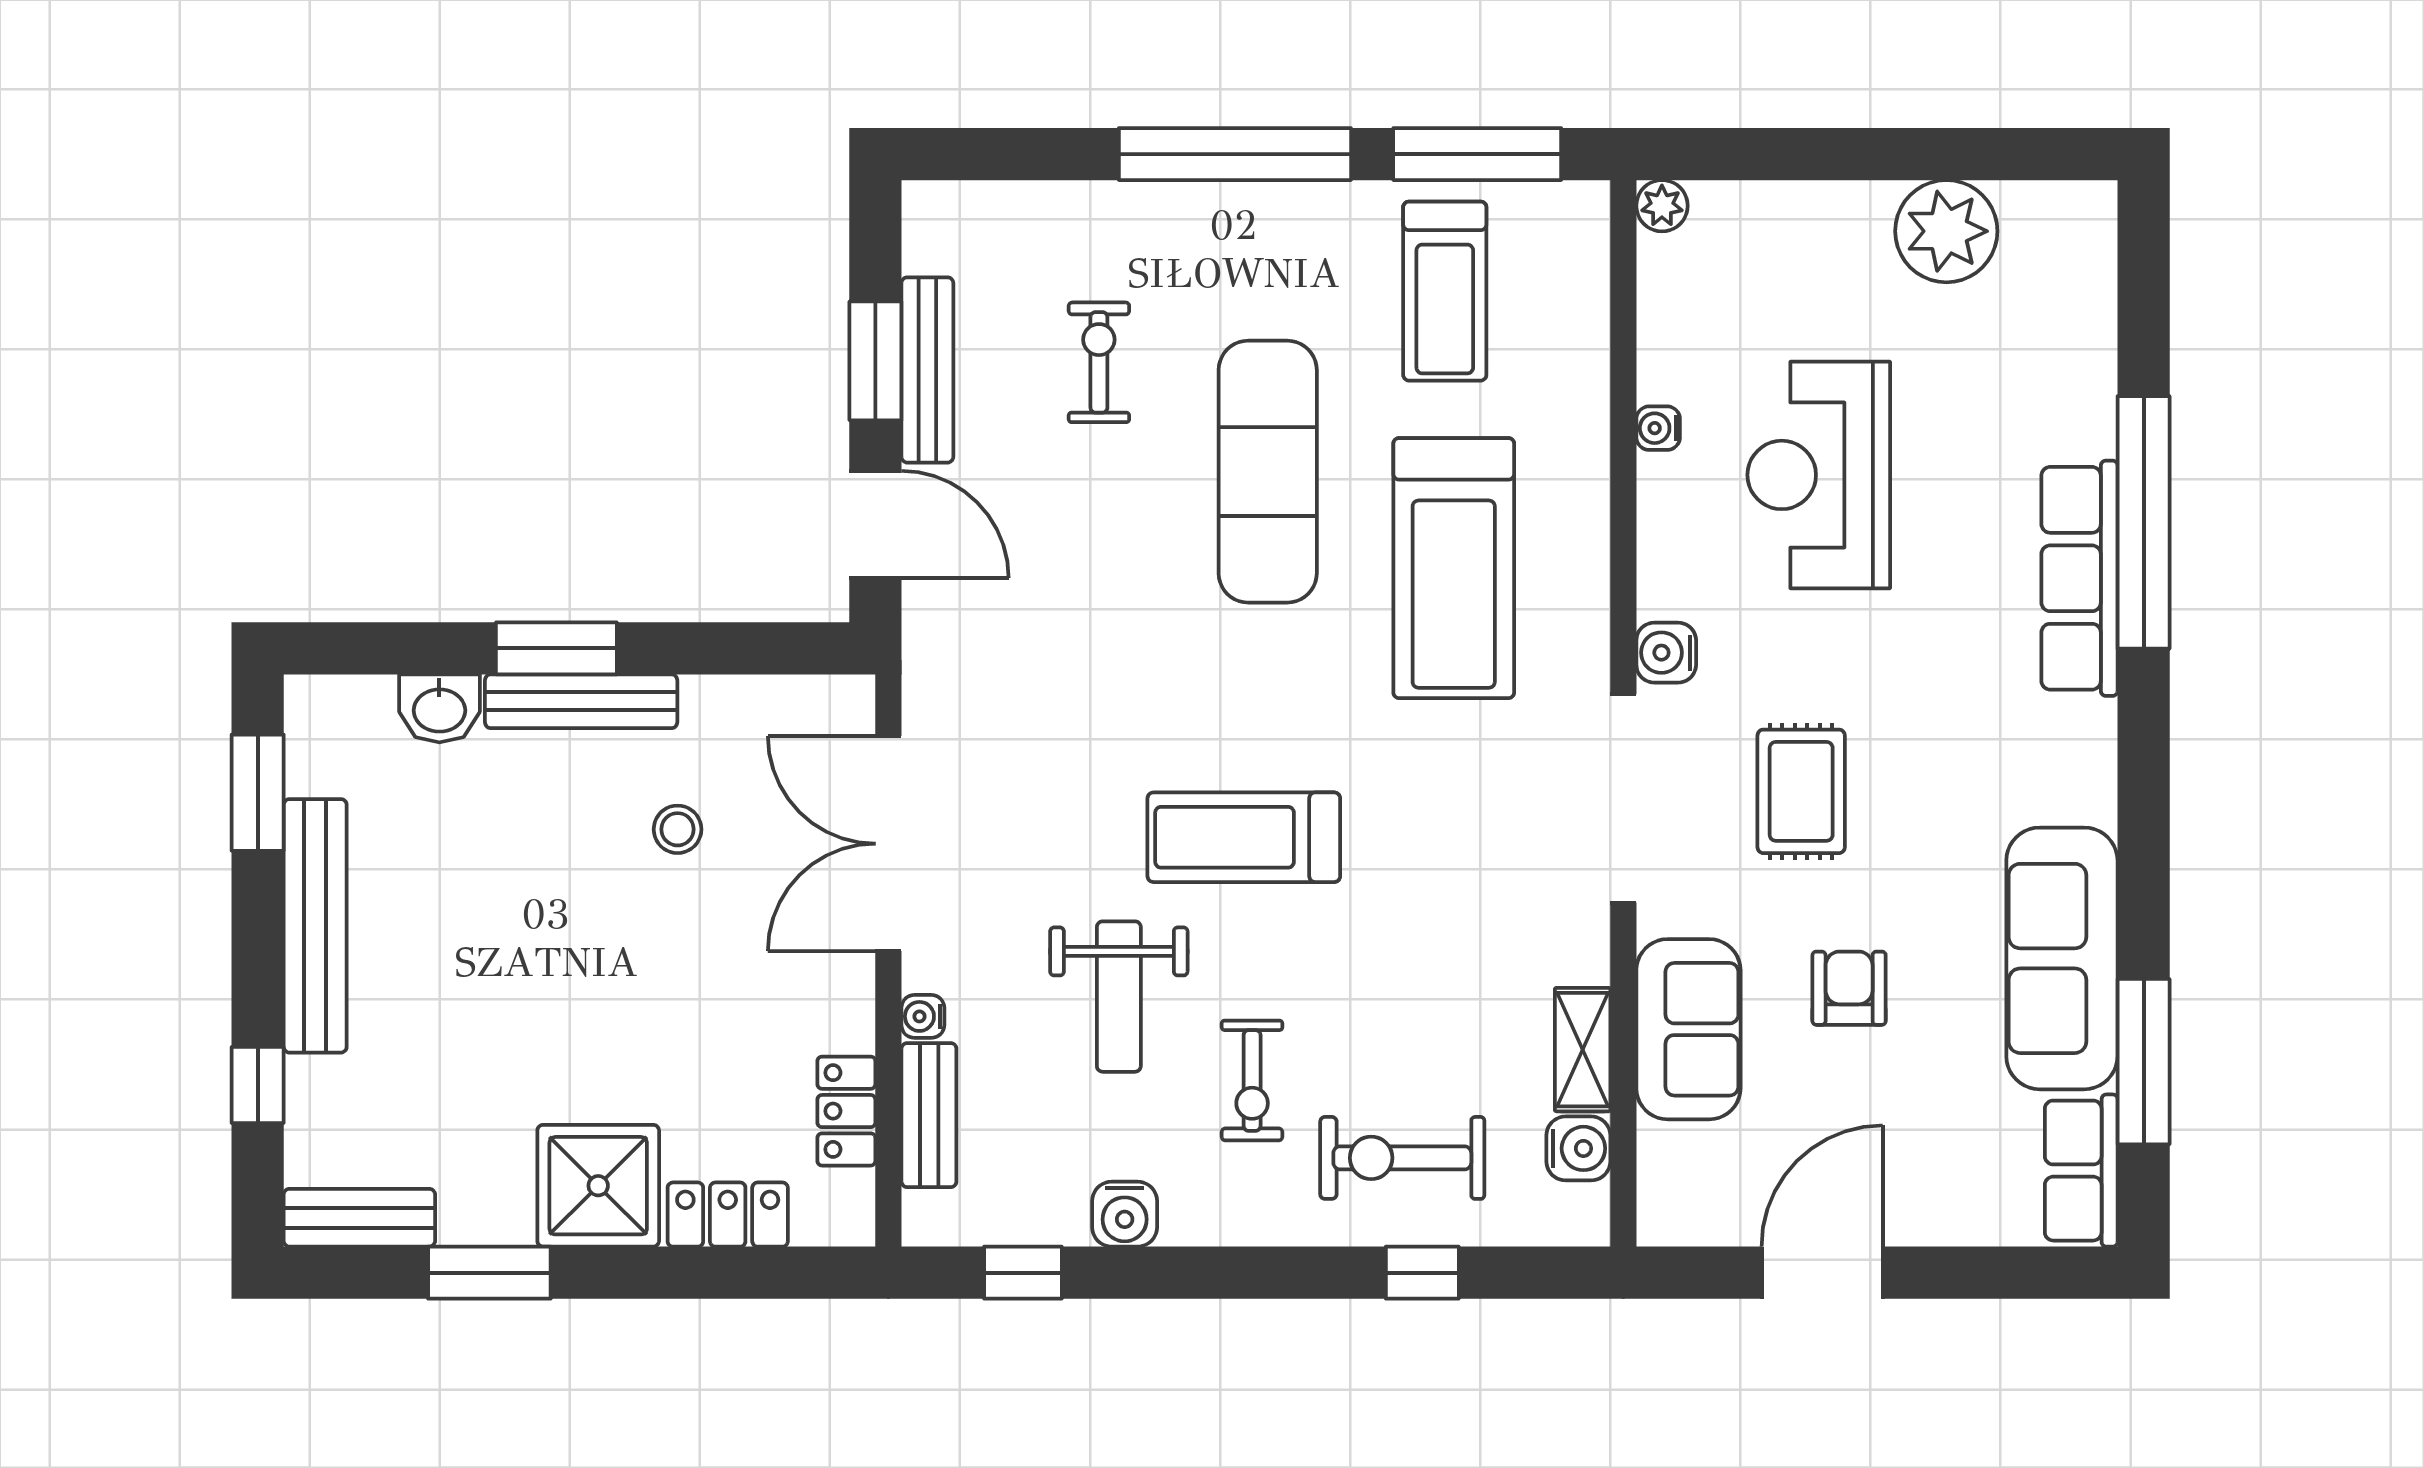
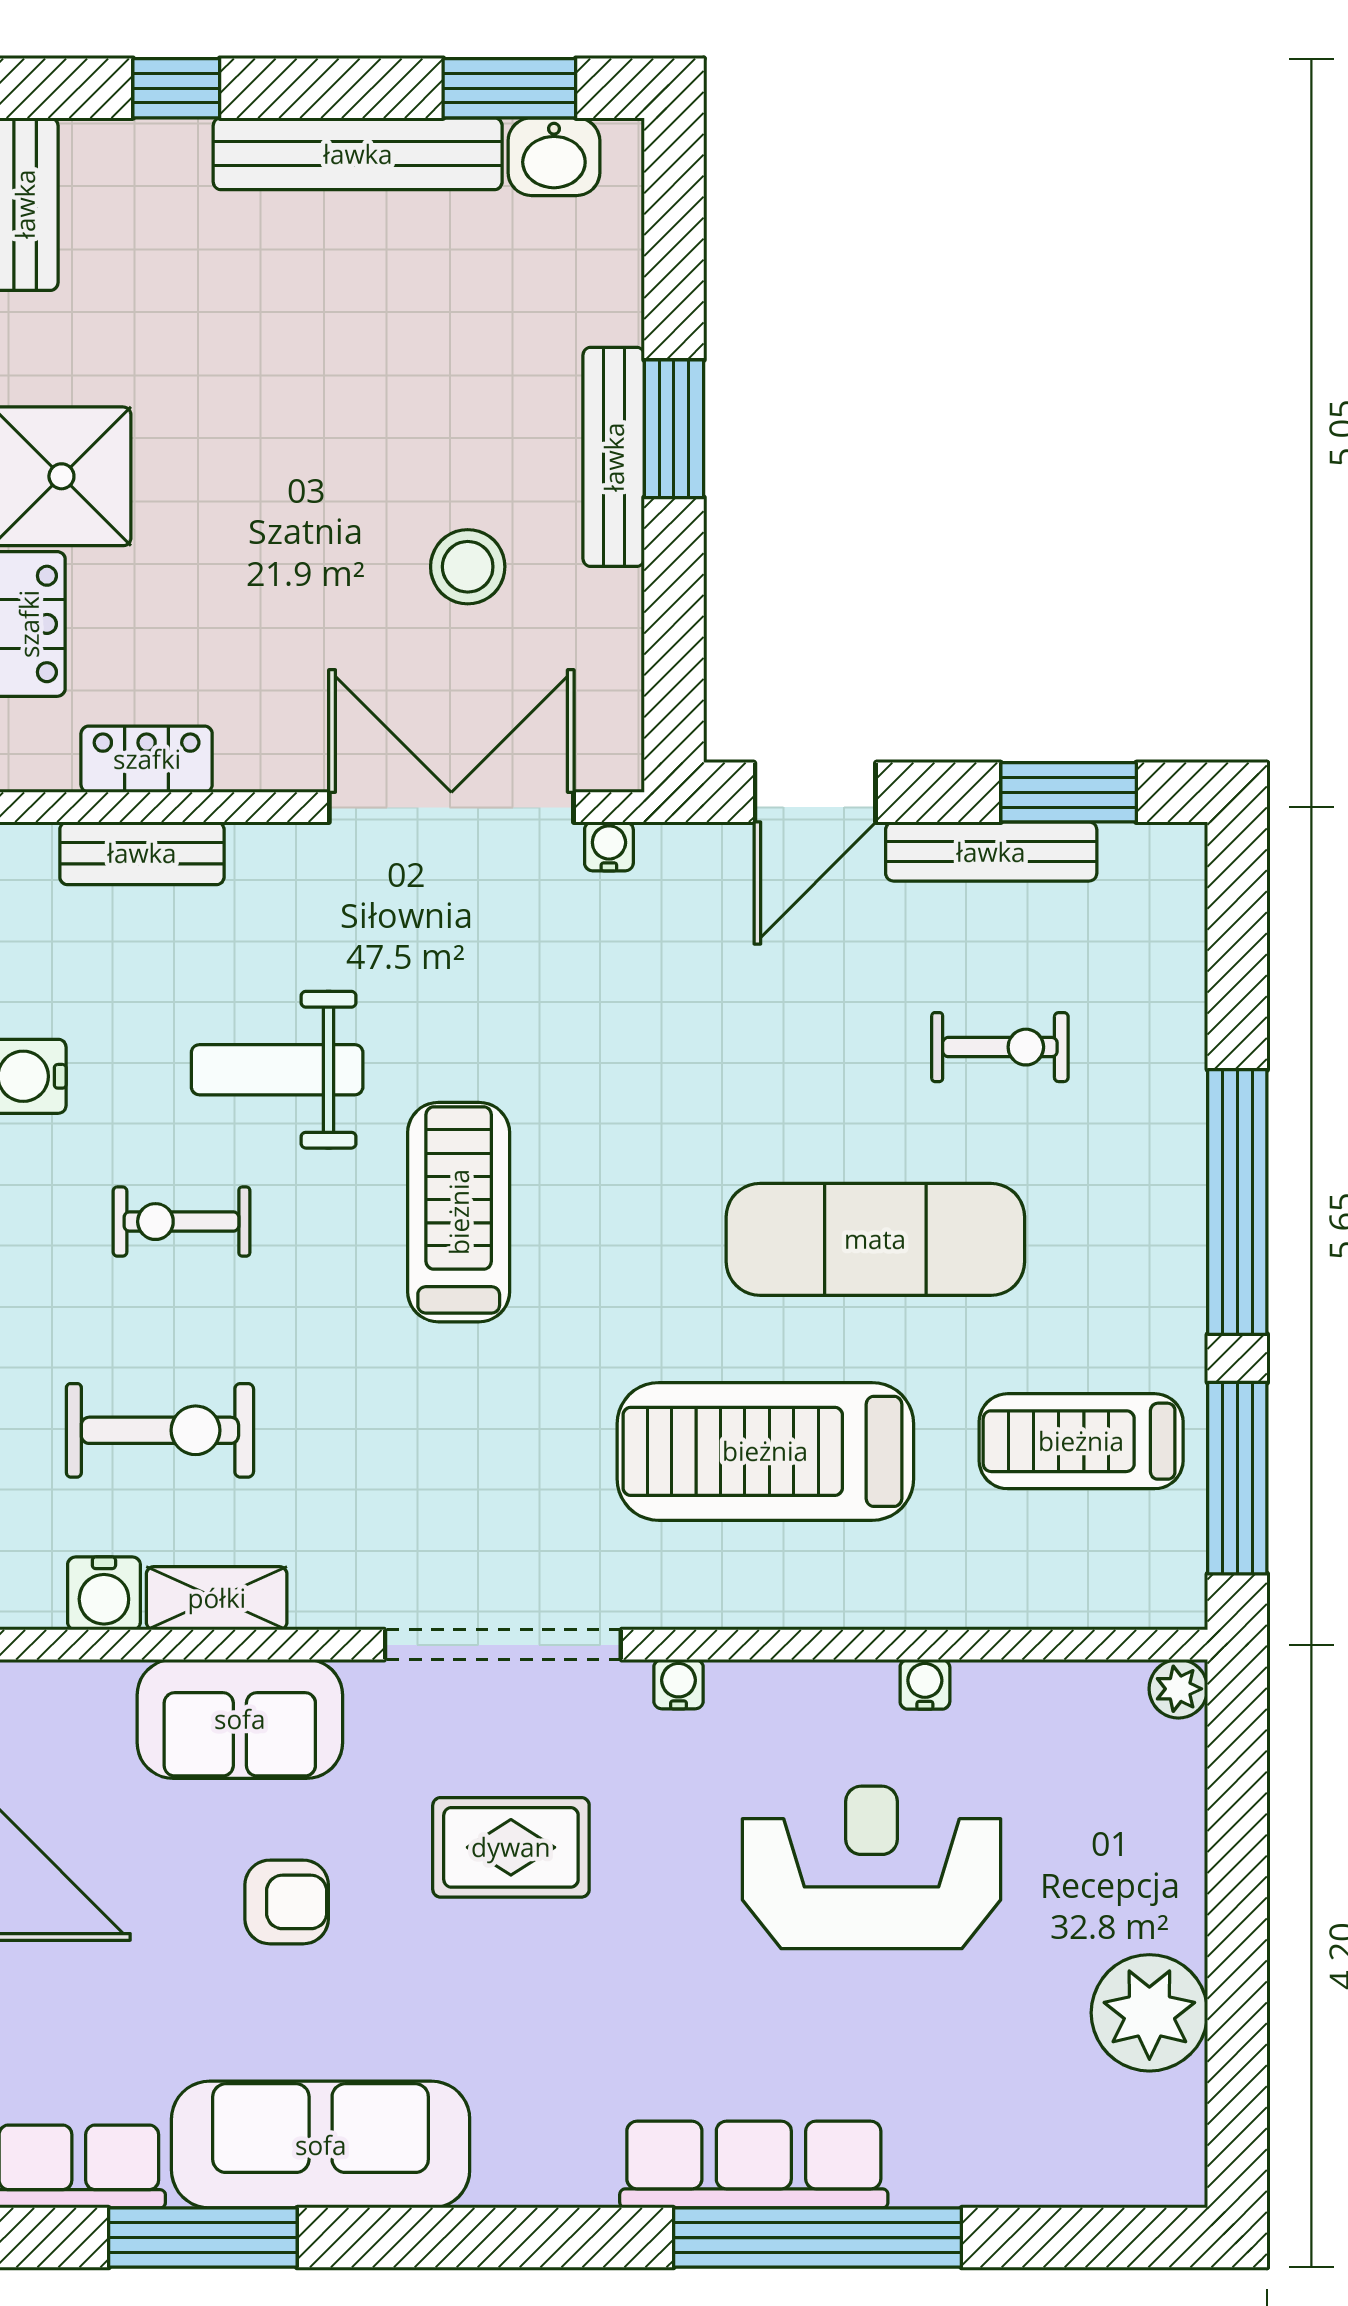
window: (875, 361) -> (1069, 792), moved
water cooler: (1666, 653) -> (679, 1684), width x0.72, depth x0.72
washbasin: (439, 708) -> (554, 157), moved, turned -90
stool: (678, 829) -> (468, 567), width x1.37, depth x1.37
water cooler: (923, 1016) -> (609, 846), moved
exercise bike: (1402, 1158) -> (160, 1430), moved, turned 90

